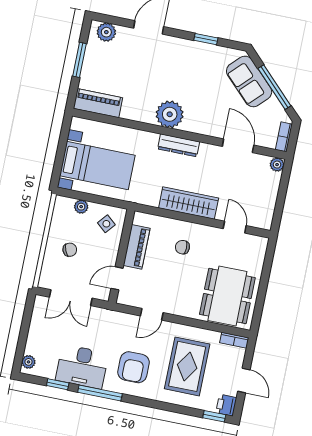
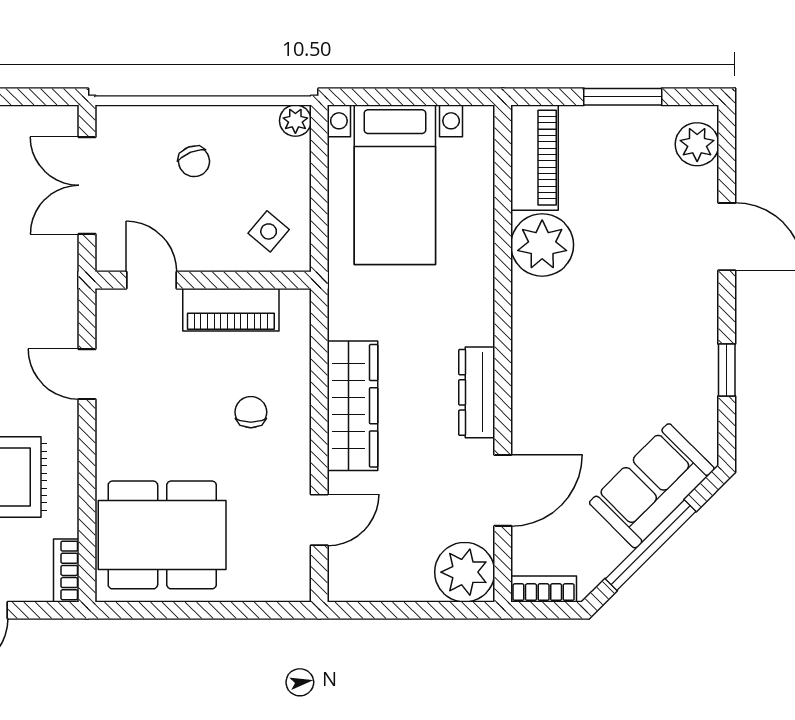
plant: (170, 114) -> (542, 245), moved
dresser: (179, 145) -> (477, 392), moved
plant: (277, 165) -> (465, 572), width x1.88, depth x1.88
plant: (81, 207) -> (295, 121), moved

